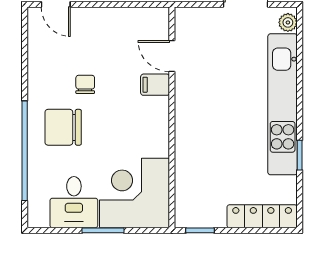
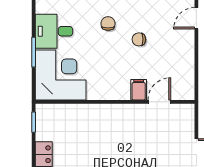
chair: (85, 84) -> (139, 39), turned 180
chair: (63, 127) -> (108, 24), width x0.54, depth x0.54

